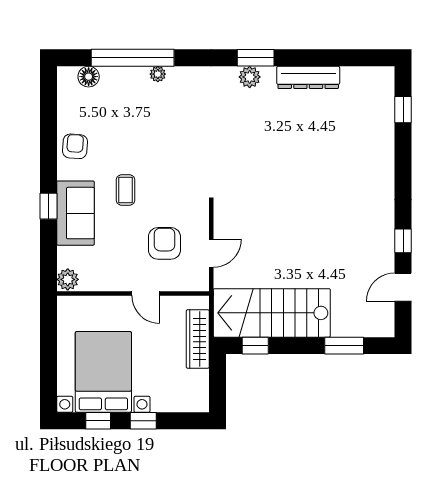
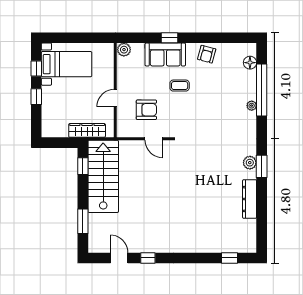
armchair: (75, 146) -> (207, 54), turned 101
door: (211, 253) -> (154, 139), moved
bed with nightstands: (103, 372) -> (67, 64), width x0.73

